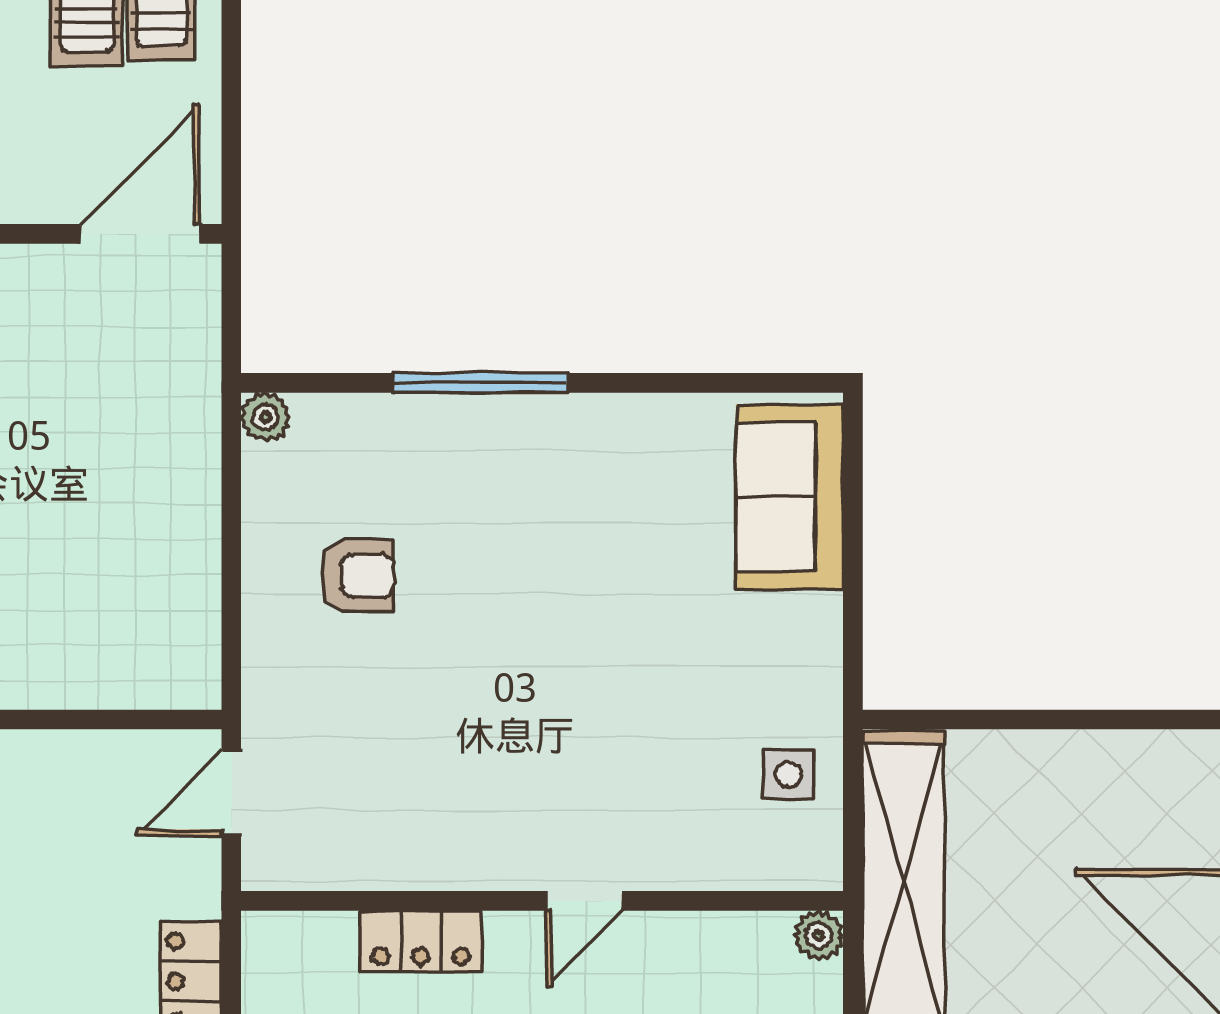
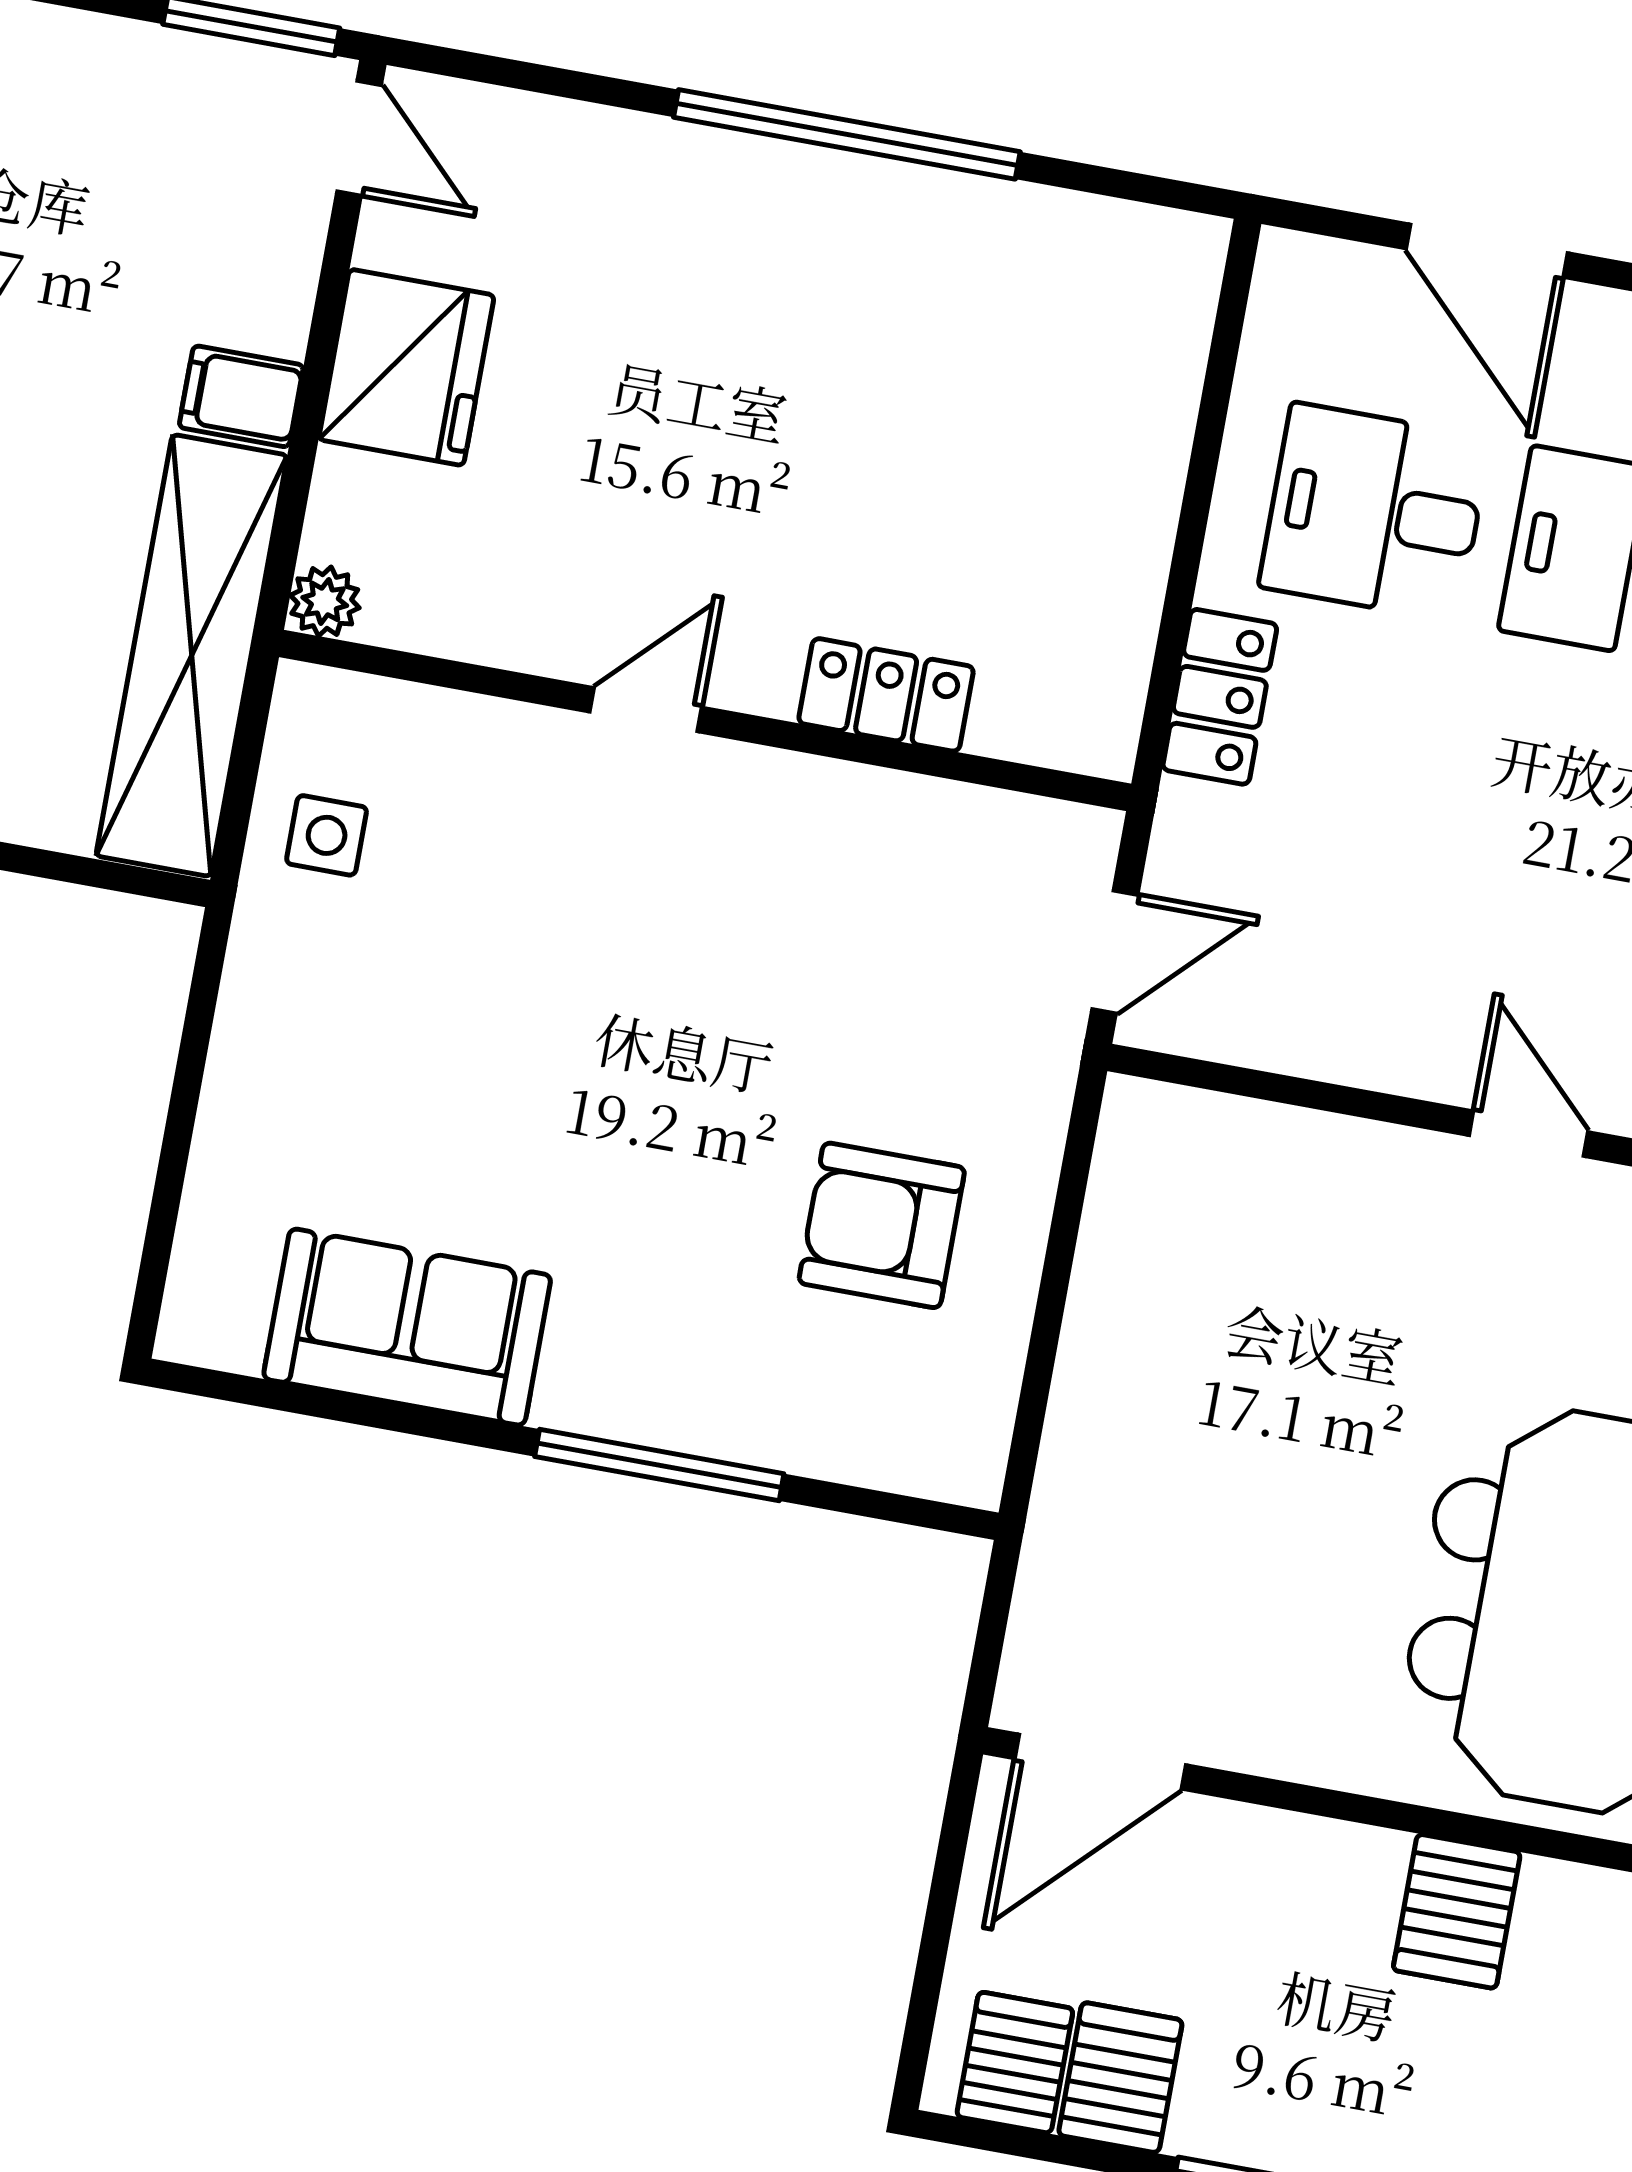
plant: (266, 417) -> (970, 1472), removed
sofa: (789, 497) -> (407, 1327), moved, turned -90
armchair: (357, 576) -> (882, 1225), width x1.38, depth x1.38

